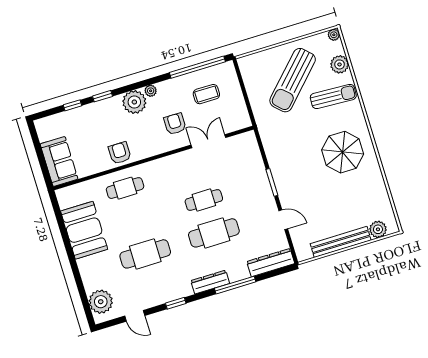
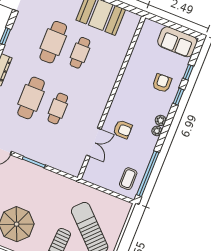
coffee table: (206, 94) -> (128, 179), moved
plant: (134, 102) -> (161, 120), width x0.53, depth x0.53
armchair: (120, 153) -> (162, 83), moved, turned -92
sofa: (59, 161) -> (177, 42), moved
cafe table: (125, 188) -> (80, 53), moved

